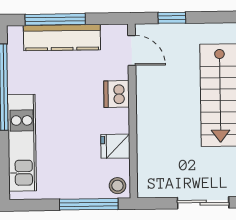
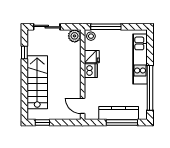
window: (172, 18) -> (42, 123), moved
dishwasher: (117, 94) -> (91, 71), moved
plant: (149, 186) -> (75, 36), added

